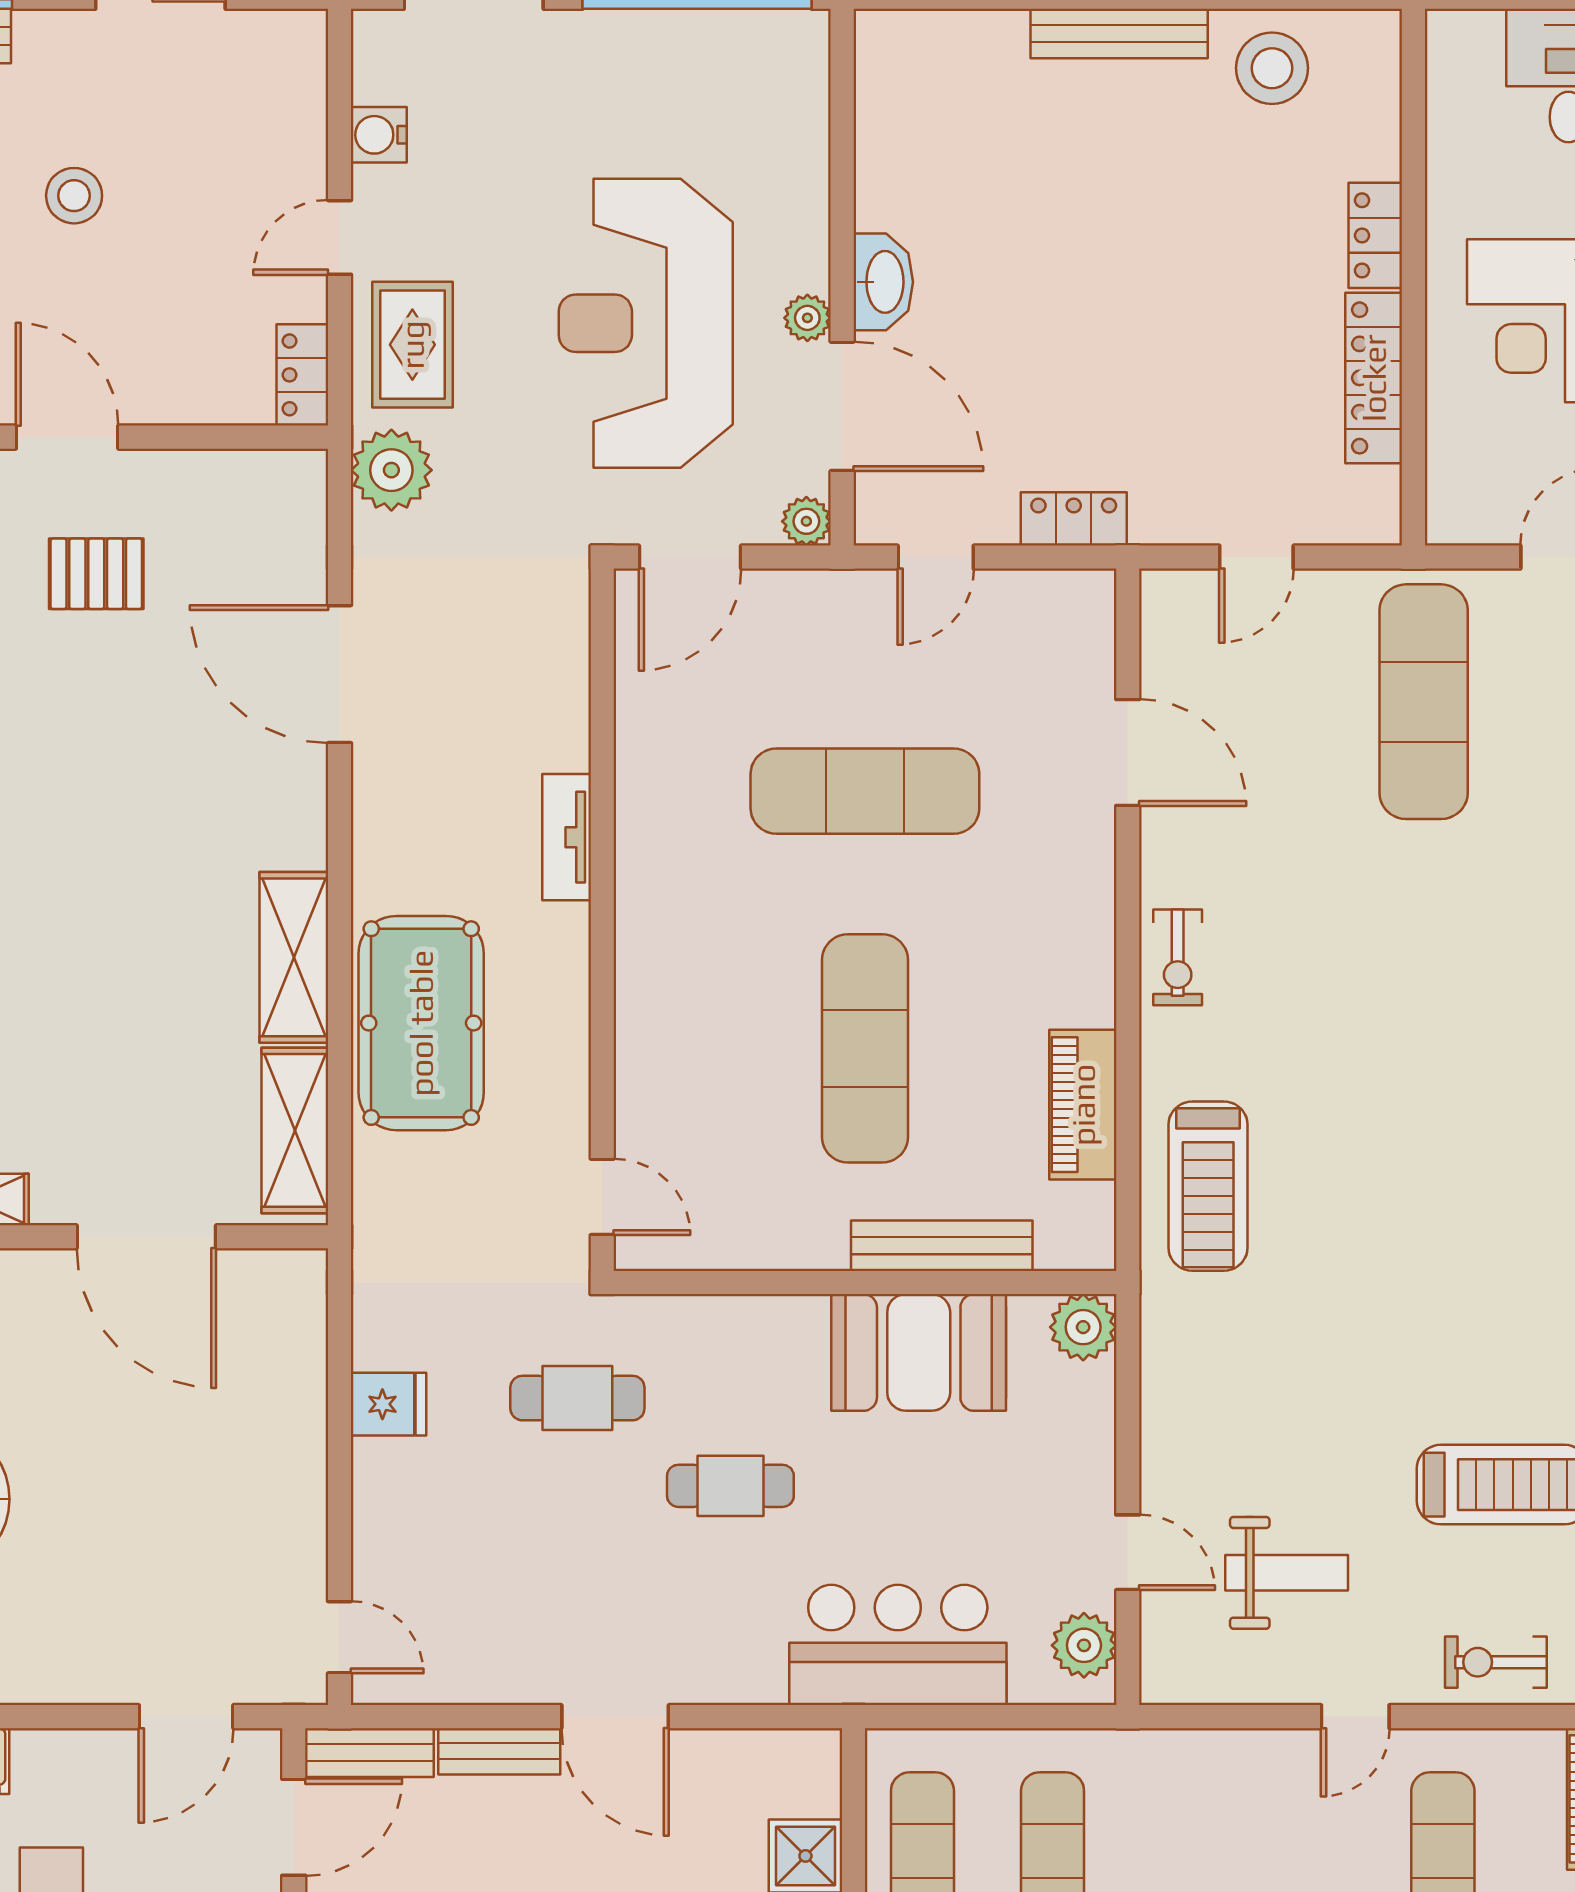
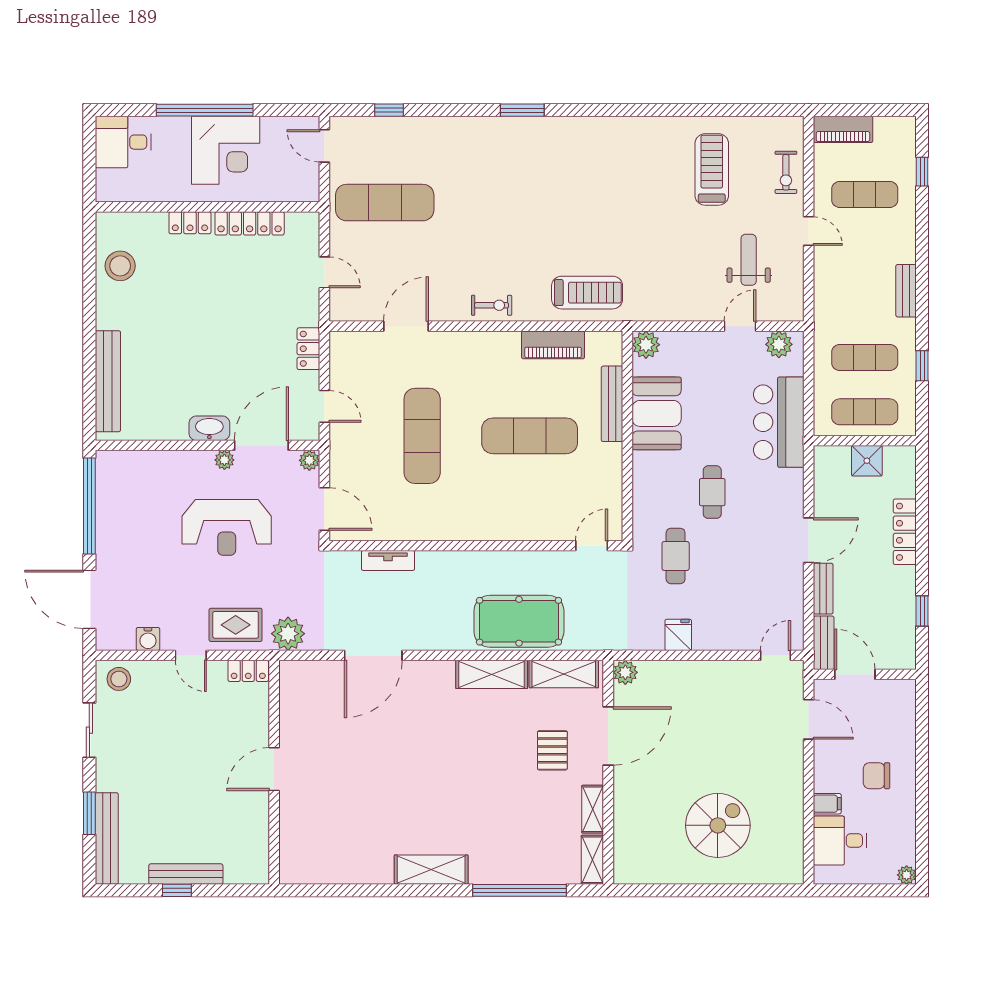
bench: (1119, 33) -> (108, 381), moved, width x1.37, depth x1.21
stool: (74, 196) -> (119, 679), moved
reception desk: (646, 323) -> (227, 527), width x0.74, depth x0.77
pallet: (96, 574) -> (552, 750), moved
tv unit: (567, 837) -> (388, 560), moved
plant: (299, 1278) -> (625, 672), added

